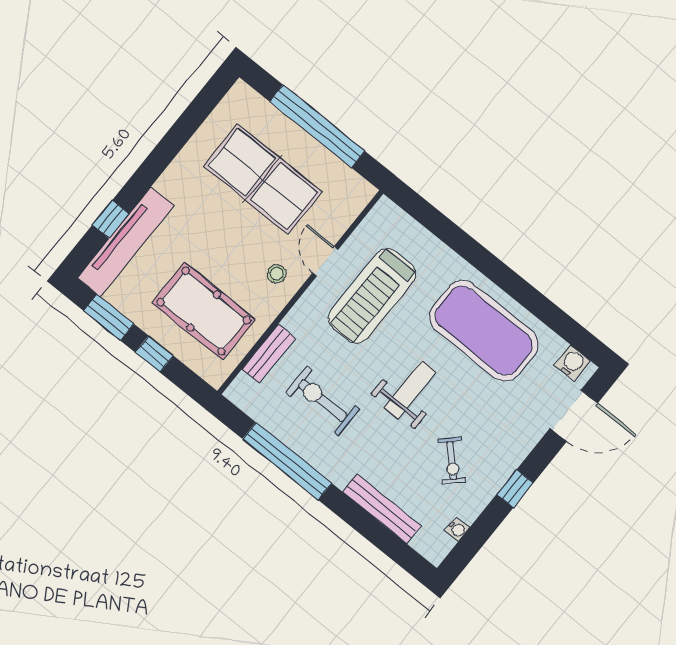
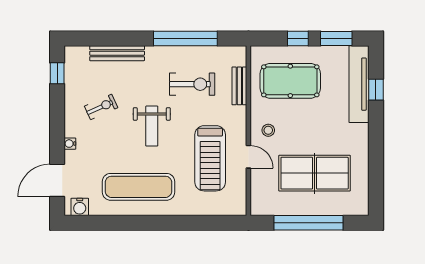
treadmill: (372, 296) -> (210, 158), turned 180
exercise mat: (484, 331) -> (138, 187), width x0.68
exercise bike: (452, 461) -> (101, 107), turned 111
window: (515, 489) -> (57, 73), moved
water cooler: (457, 529) -> (70, 144), moved

